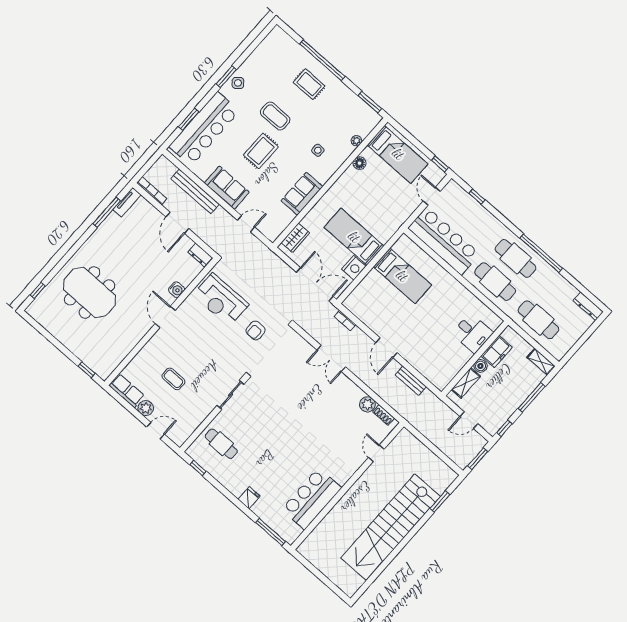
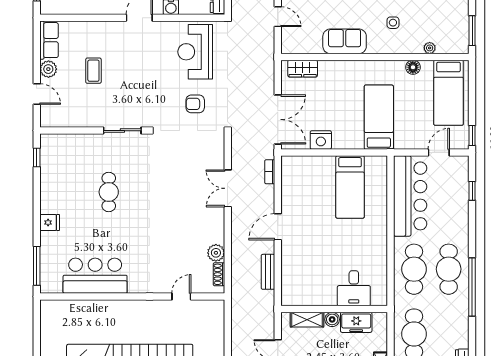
bed: (354, 237) -> (379, 117), moved
cafe table: (221, 444) -> (109, 192), moved

